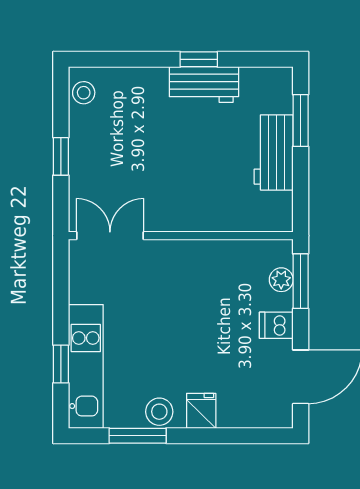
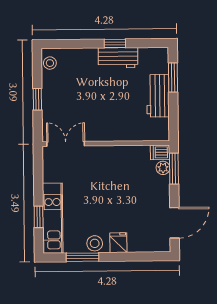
dishwasher: (276, 325) -> (160, 152), moved

